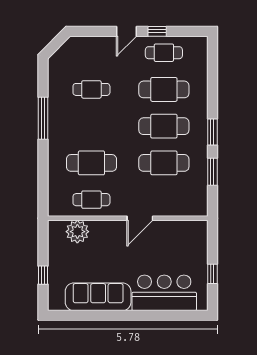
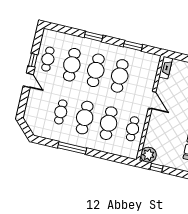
cafe table: (91, 126) -> (85, 118), added
window: (212, 132) -> (94, 36), moved
fireplace: (192, 227) -> (166, 68), added
plant: (77, 232) -> (148, 155), moved
window: (43, 275) -> (156, 168), moved

